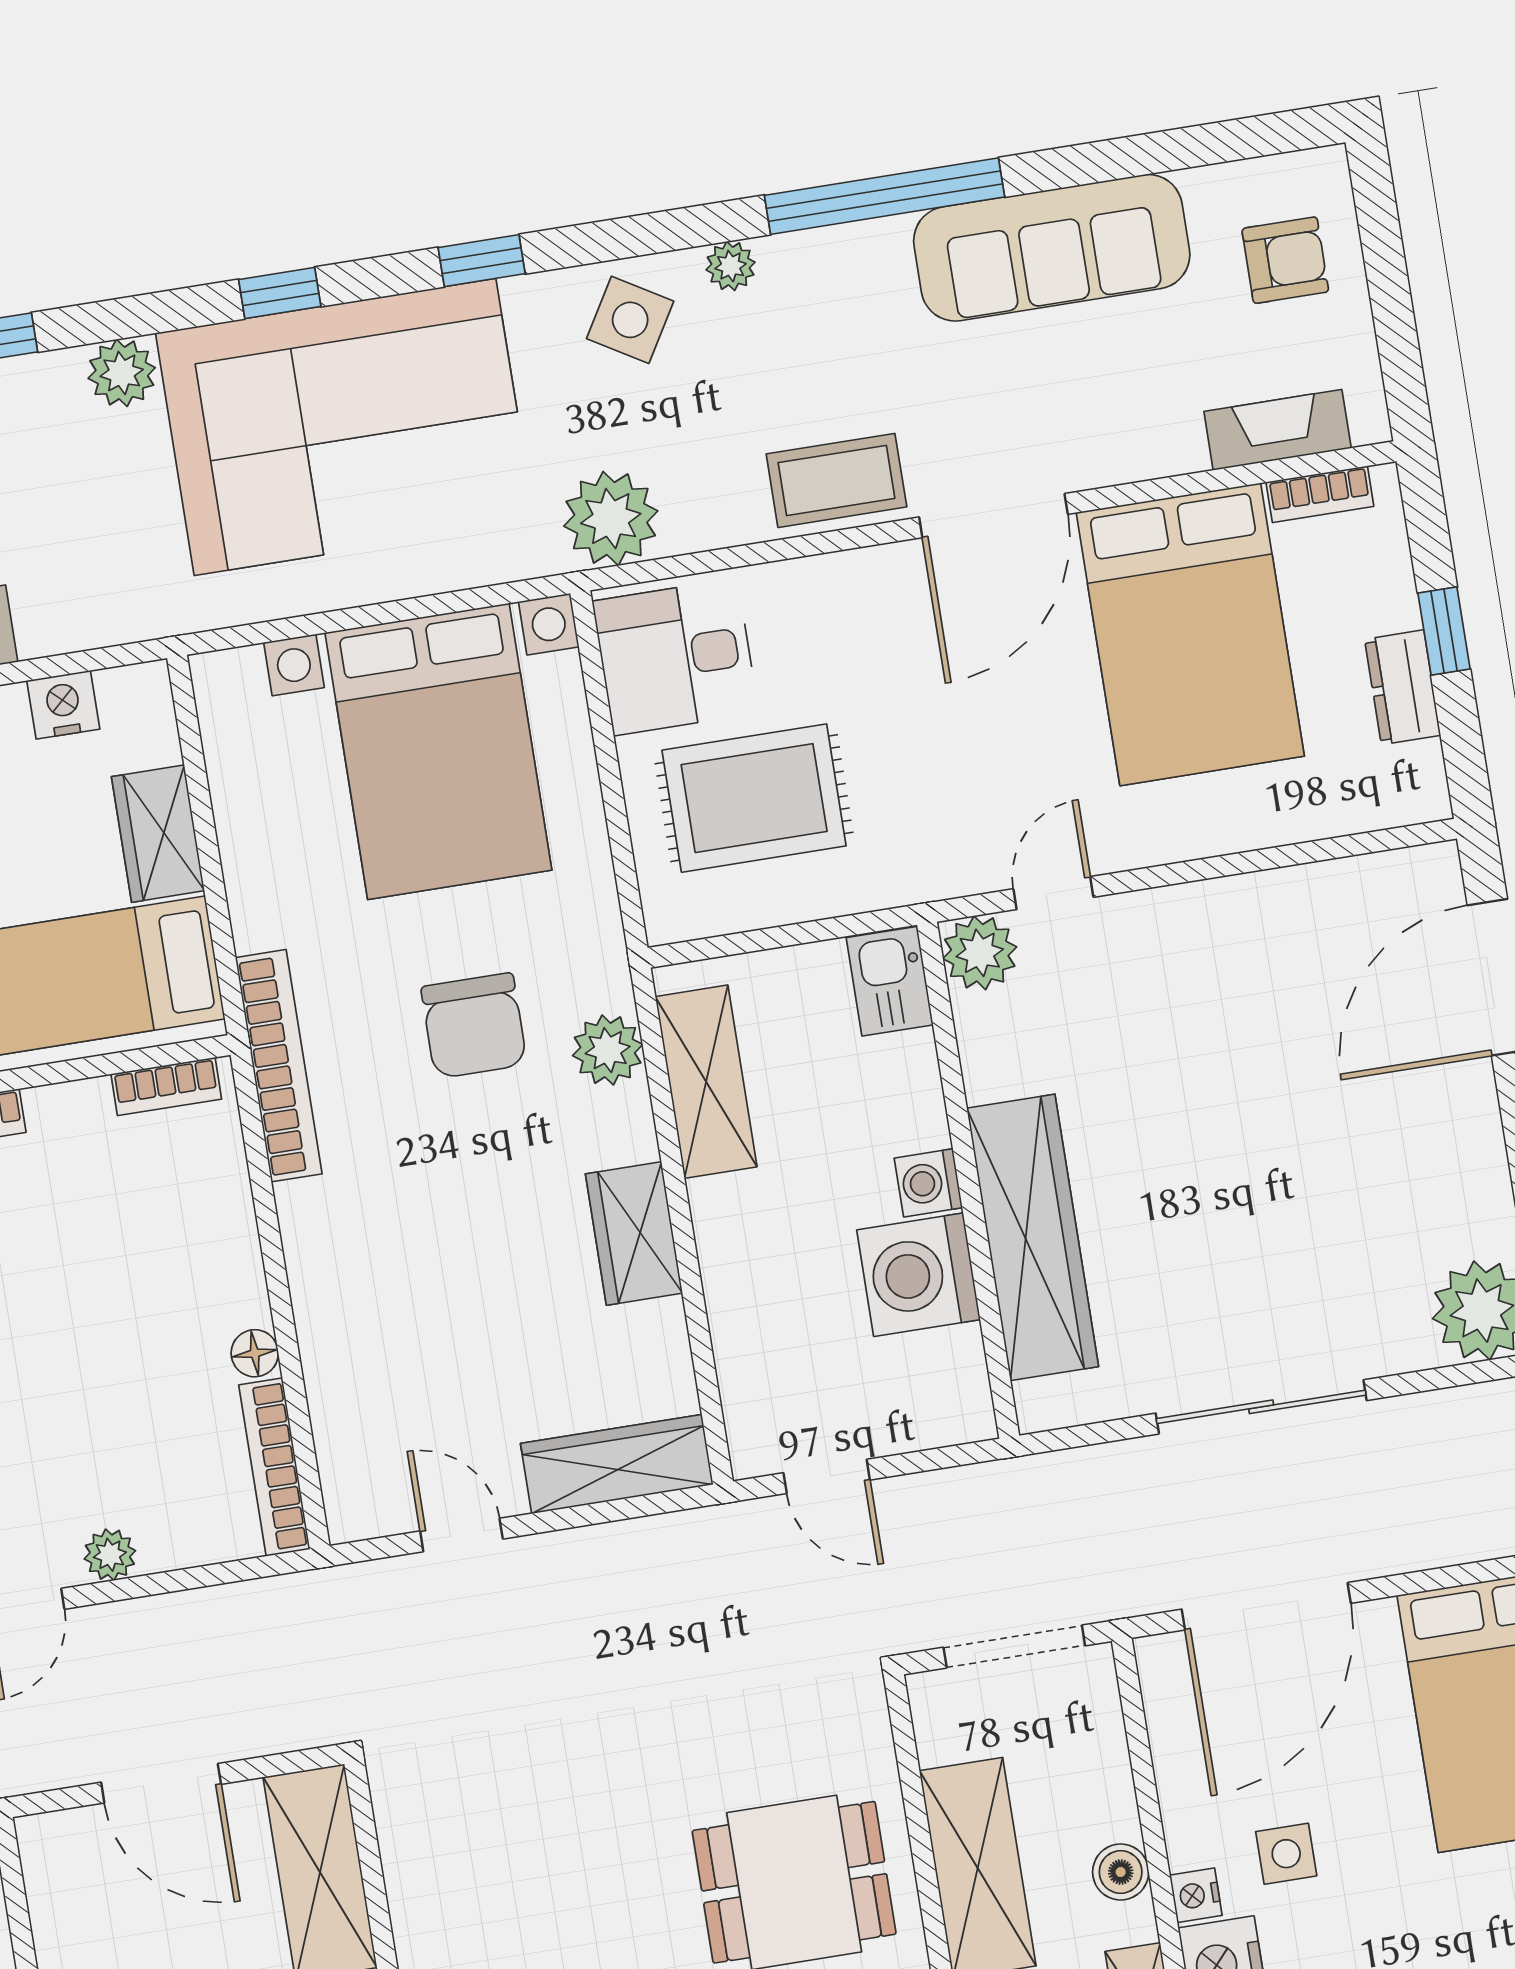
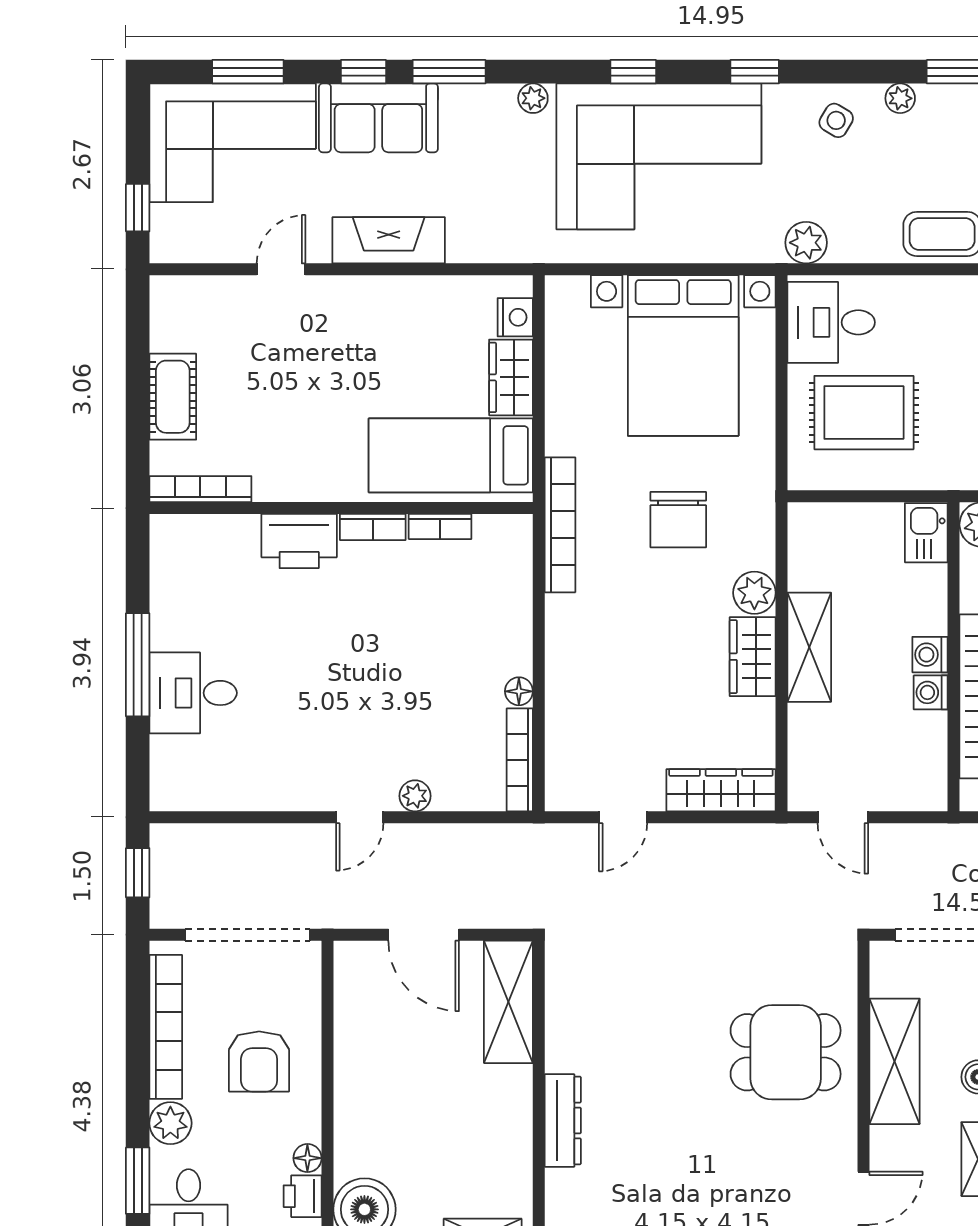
side table: (630, 320) -> (836, 120), width x0.73, depth x0.73
plant: (122, 373) -> (533, 98), width x0.73, depth x0.73
plant: (611, 519) -> (806, 243), width x0.73, depth x0.73
nightstand: (63, 705) -> (515, 317), moved, turned 90
plant: (608, 1050) -> (754, 593), moved
shelving: (706, 1082) -> (809, 647), moved
bookcase: (166, 1087) -> (440, 527), moved
washing machine: (919, 1275) -> (931, 692), width x0.53, depth x0.53
door: (461, 1535) -> (623, 817), swing flipped

